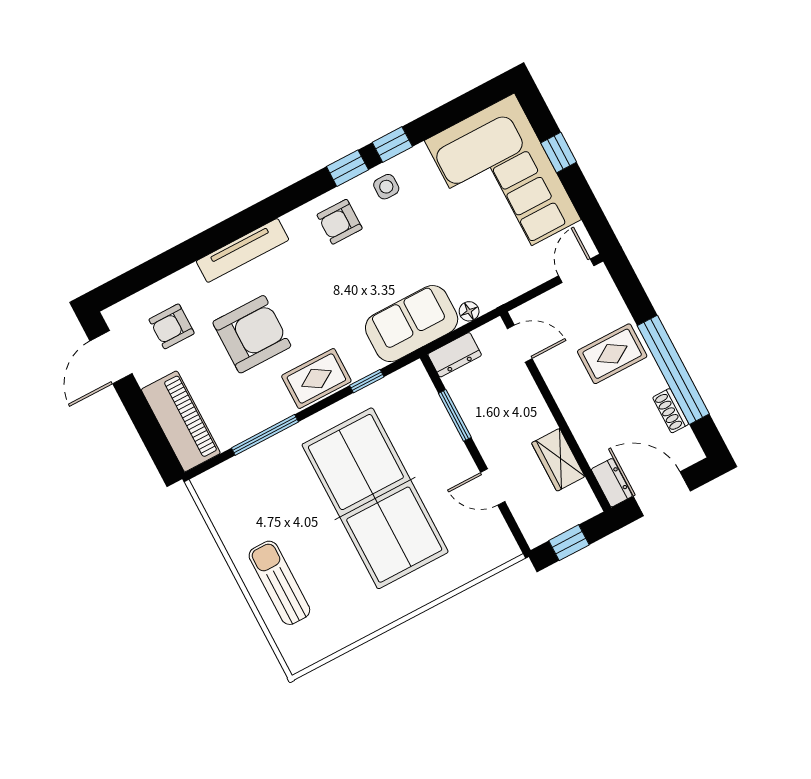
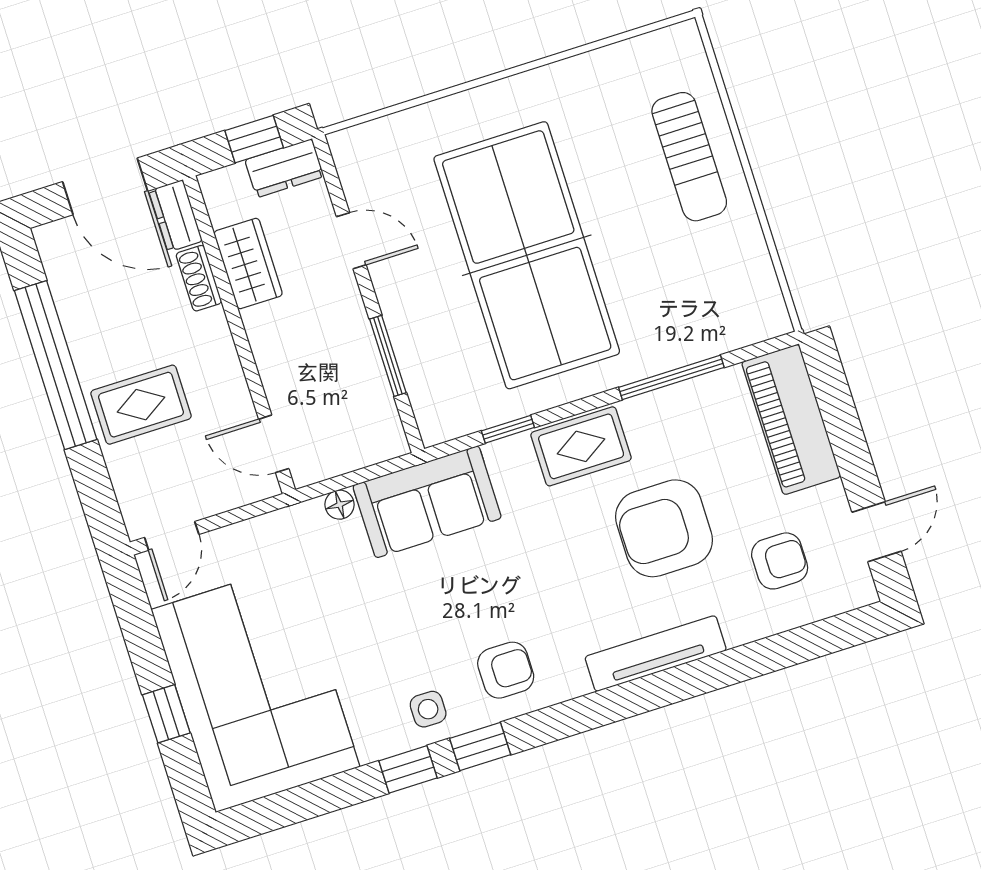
dresser: (455, 355) -> (284, 168), moved, turned 180
door: (111, 357) -> (876, 532), width x0.73
shoe rack: (671, 411) -> (199, 278), moved, turned 180

